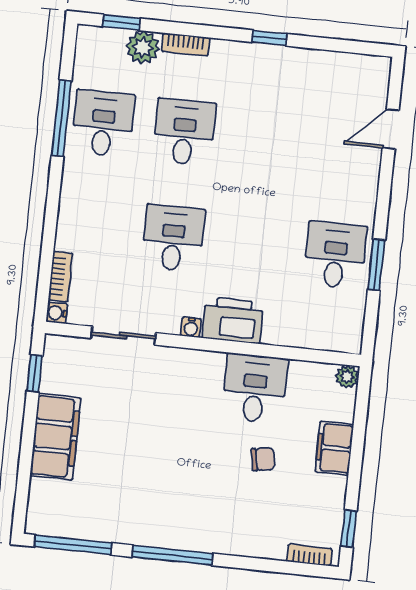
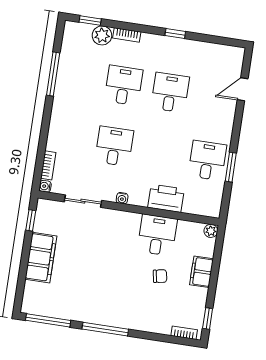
desk: (103, 123) -> (170, 92), moved
printer: (233, 320) -> (166, 198), moved

